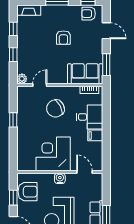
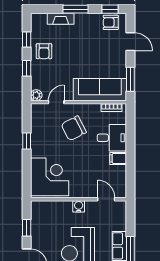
fireplace: (29, 10) -> (61, 19), moved
armchair: (63, 38) -> (44, 51), moved
sofa: (85, 74) -> (100, 90), width x1.36
corner desk: (53, 154) -> (50, 177), moved, turned 90
armchair: (28, 192) -> (43, 221), removed

